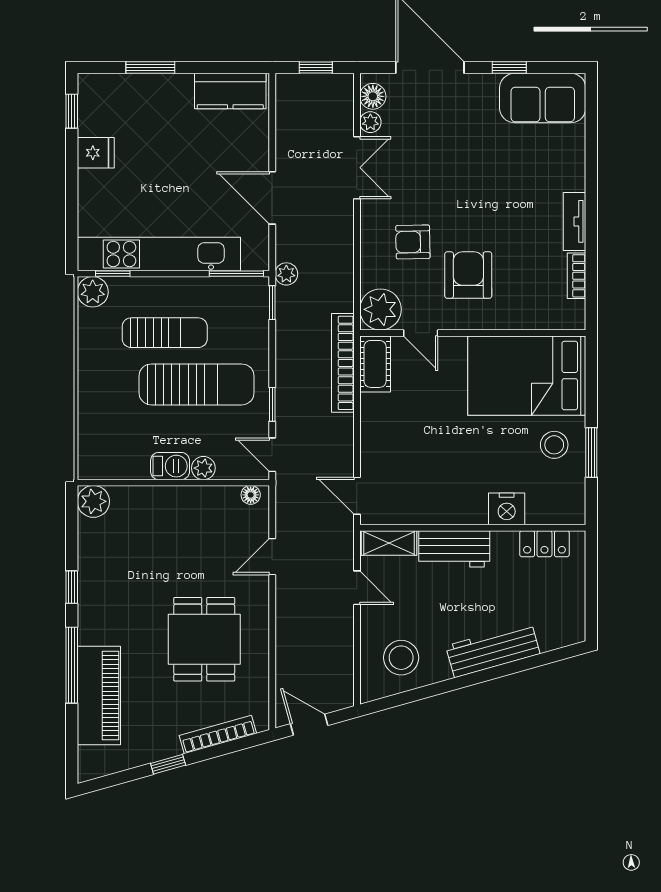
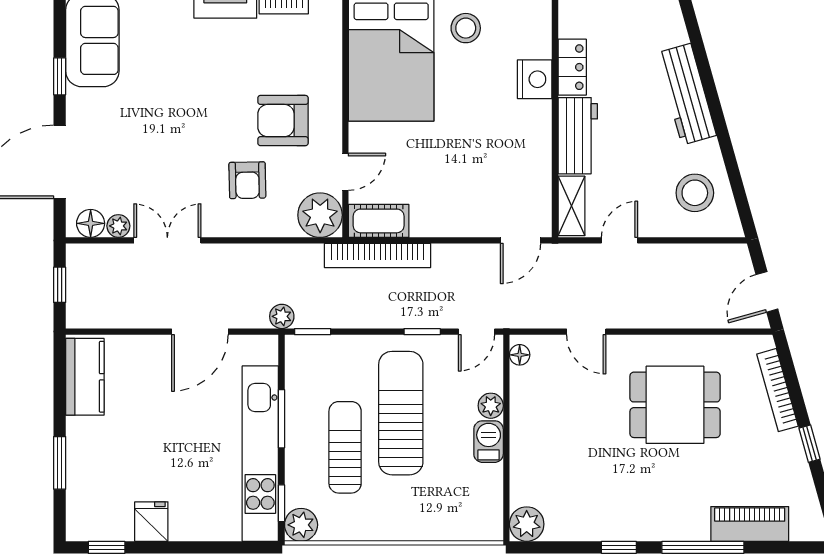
window: (236, 274) -> (281, 419), moved
locker: (544, 544) -> (572, 67), moved
piano: (99, 695) -> (750, 524), width x0.73, depth x0.75

